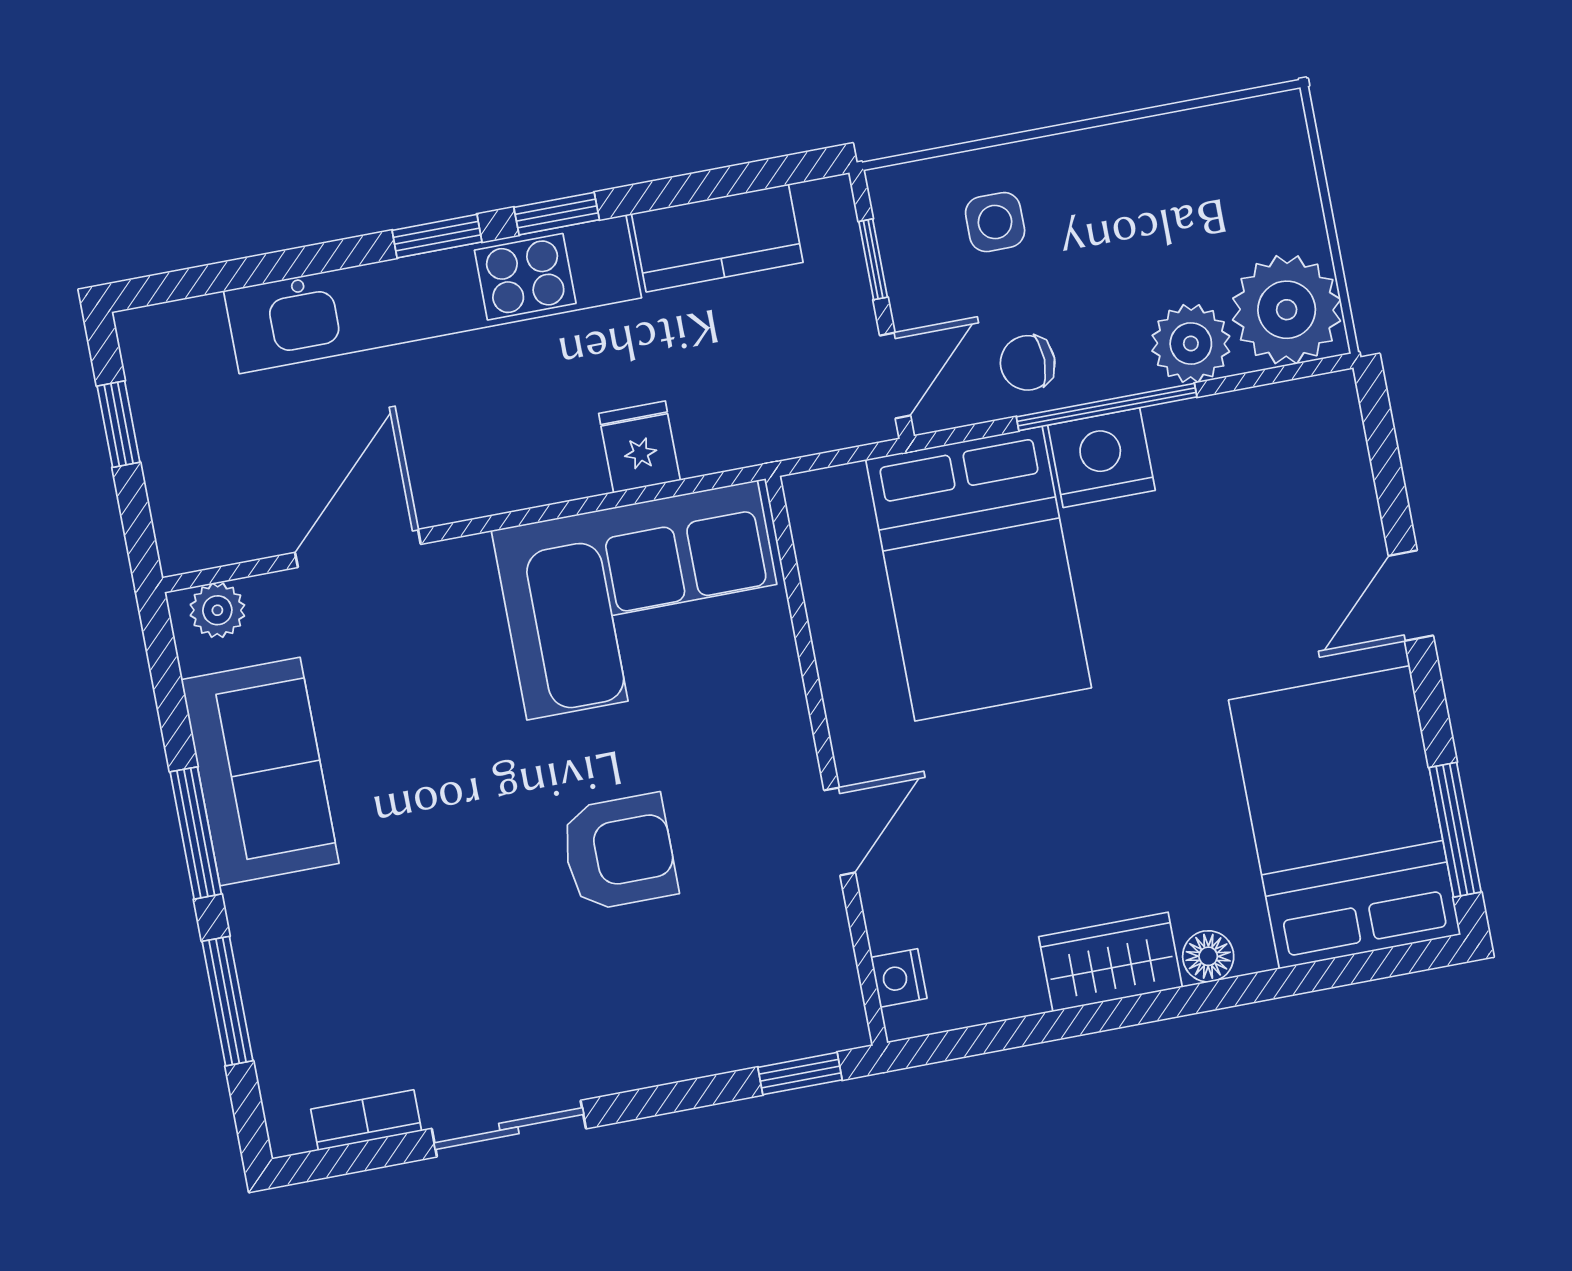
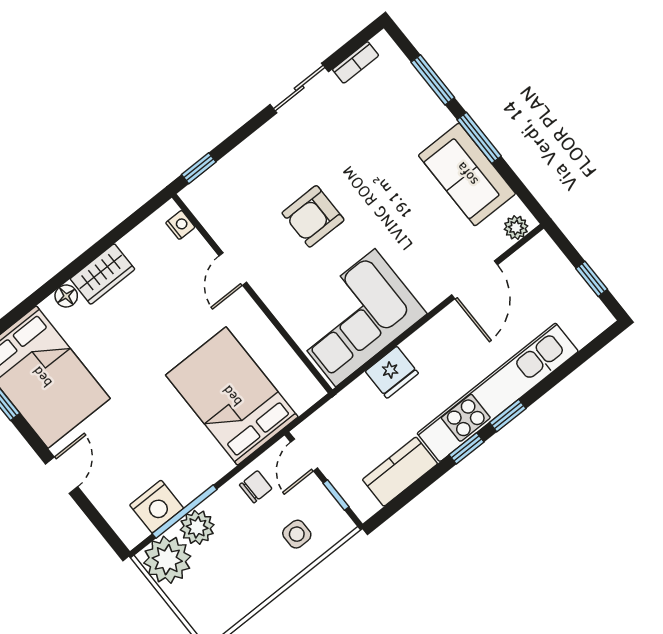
window: (1107, 407) -> (185, 511), moved
fridge: (639, 447) -> (392, 372), width x1.38
nightstand: (1101, 458) -> (157, 507), moved

